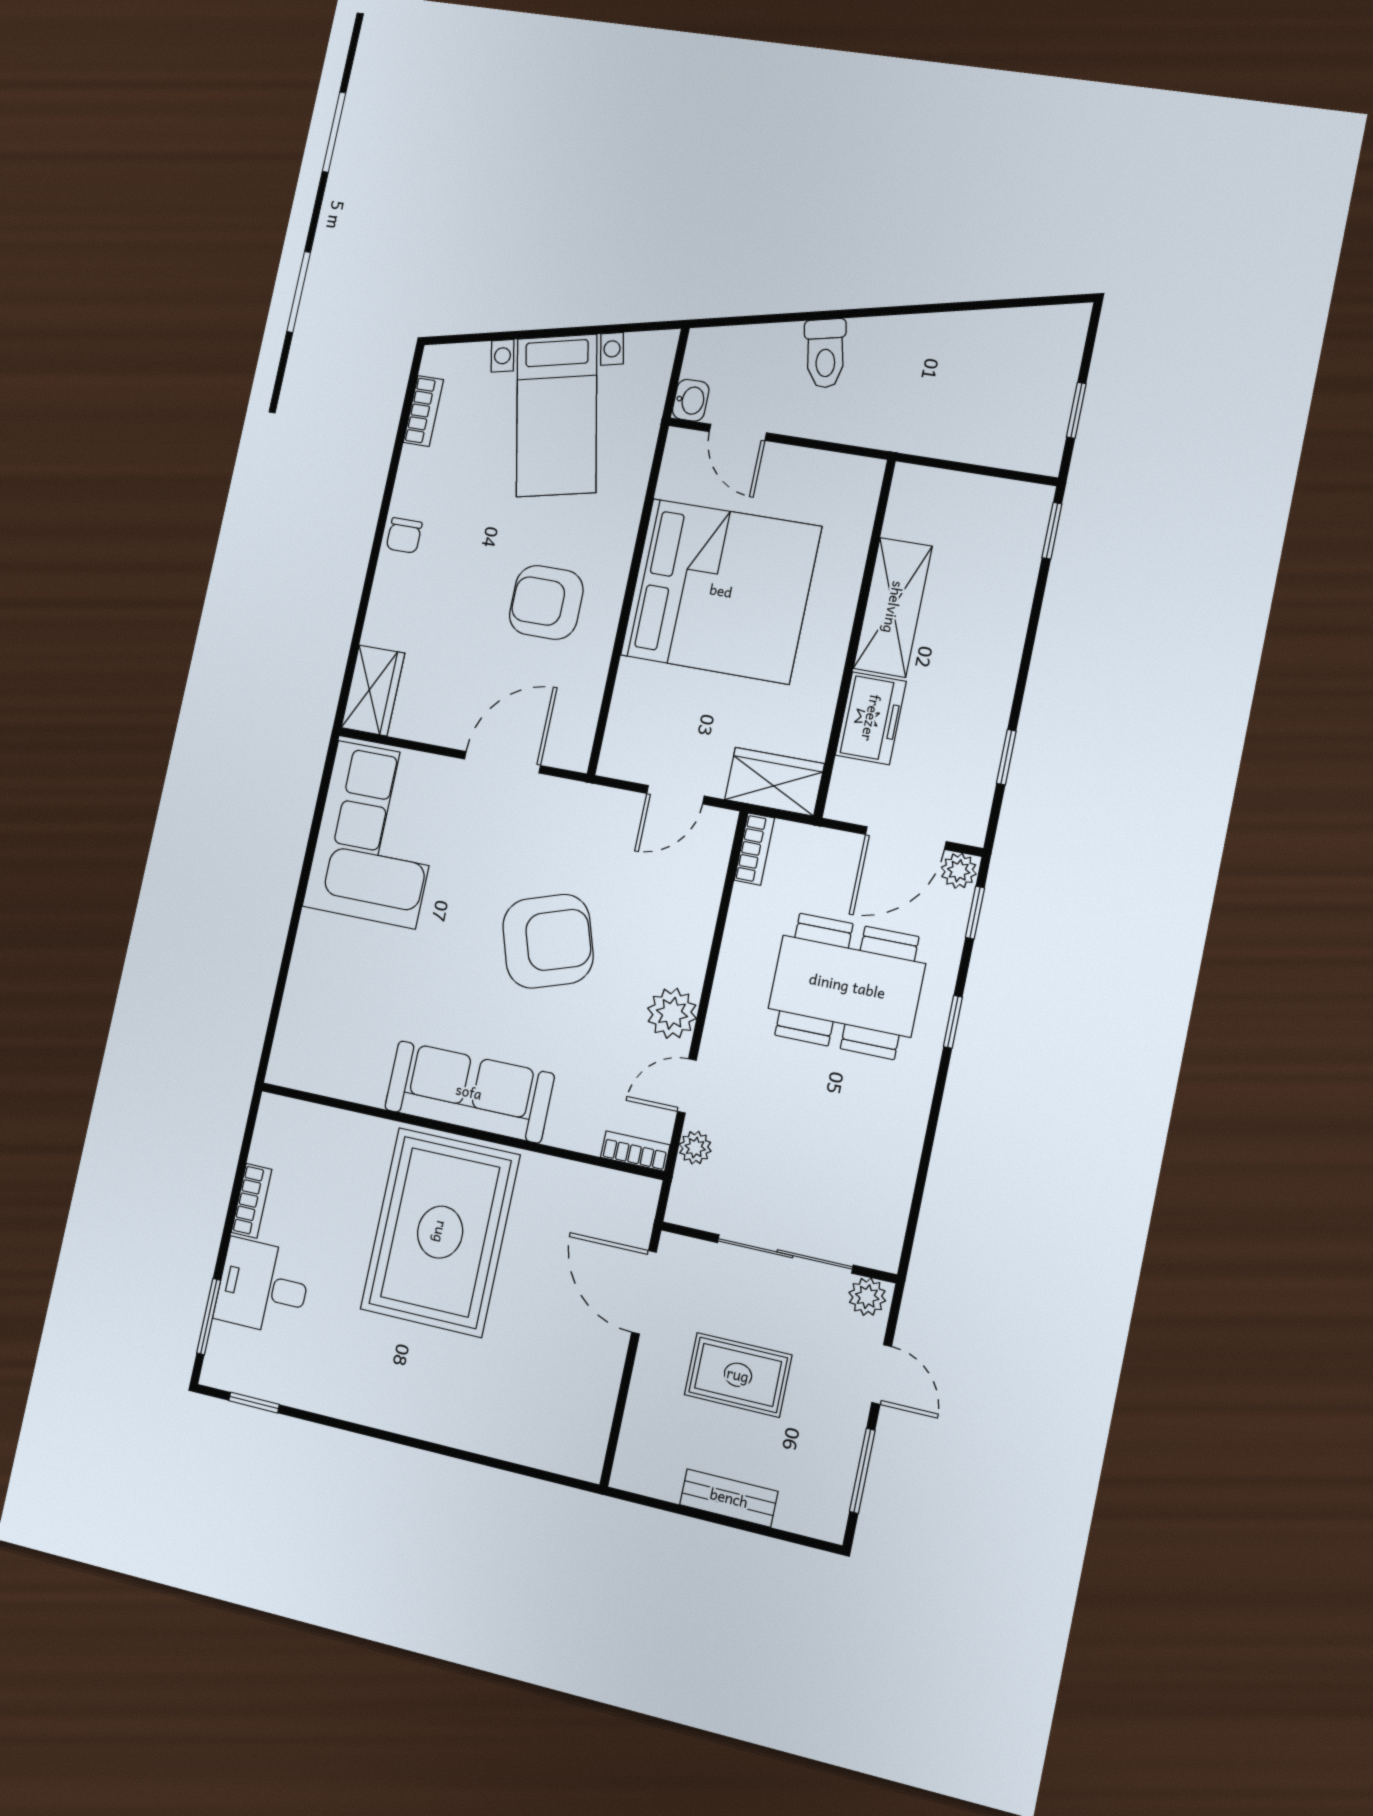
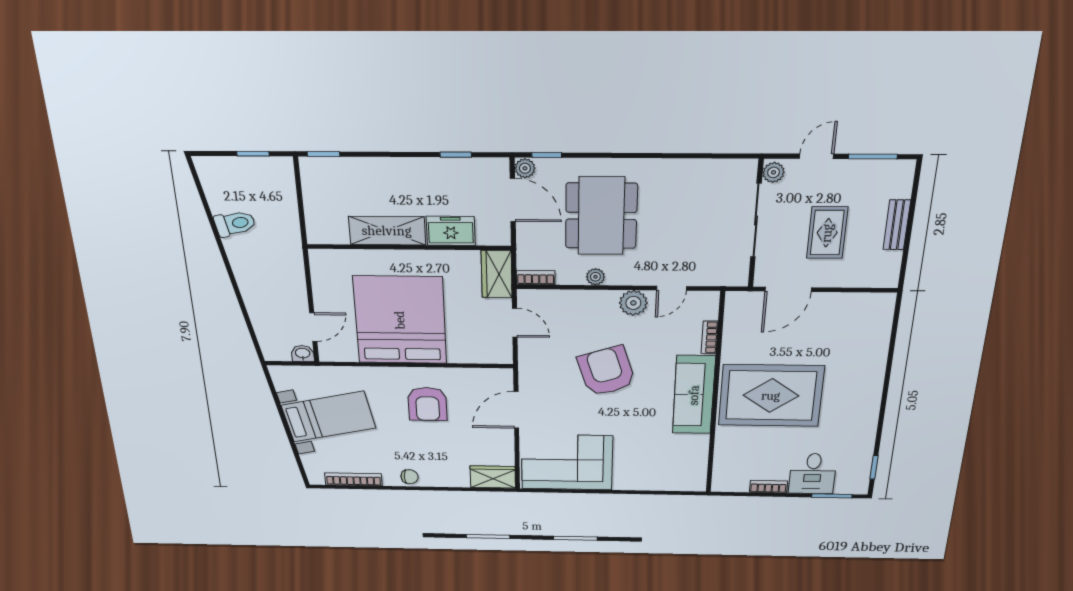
toilet: (825, 353) -> (235, 224), moved
bookcase: (423, 411) -> (353, 479), width x1.56
door: (502, 762) -> (516, 410), hinge flipped
window: (953, 1022) -> (610, 155), removed
door: (687, 1086) -> (672, 288), hinge flipped
plant: (695, 1148) -> (595, 277), moved
bookcase: (635, 1151) -> (710, 337), moved

